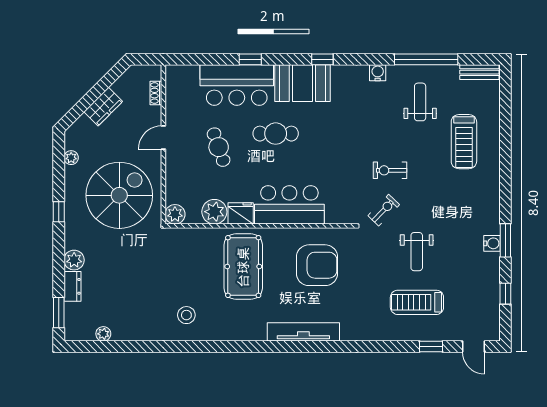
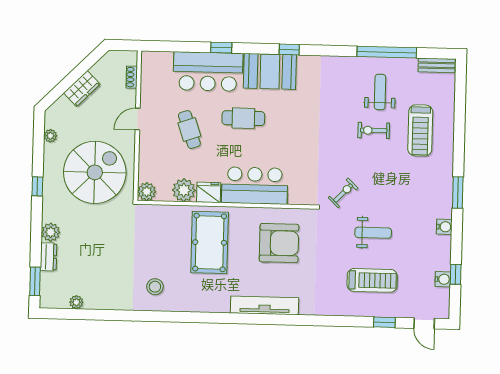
water cooler: (378, 73) -> (443, 279), moved, turned 90
exercise bike: (390, 170) -> (374, 130), moved
window: (505, 240) -> (458, 192), moved
weight bench: (417, 252) -> (373, 233), turned -90
treadmill: (417, 302) -> (372, 280), turned 180

